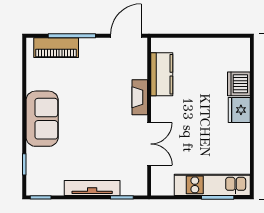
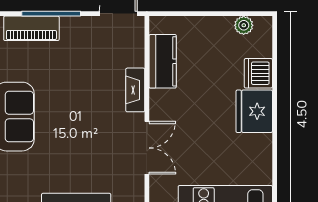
plant: (227, 45) -> (244, 25), added
fridge: (239, 110) -> (254, 111), width x1.36, depth x1.34

